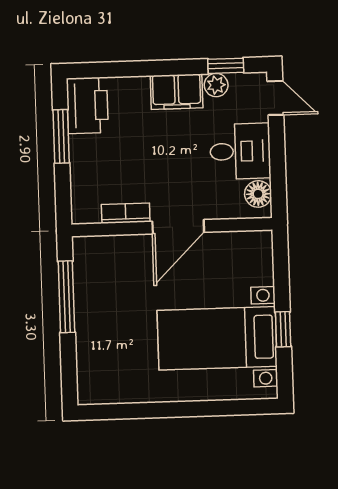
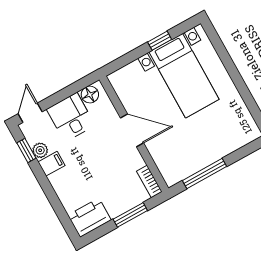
filing cabinet: (177, 92) -> (52, 164), width x0.50
window: (61, 136) -> (130, 215), moved
bookcase: (126, 213) -> (149, 181), moved

